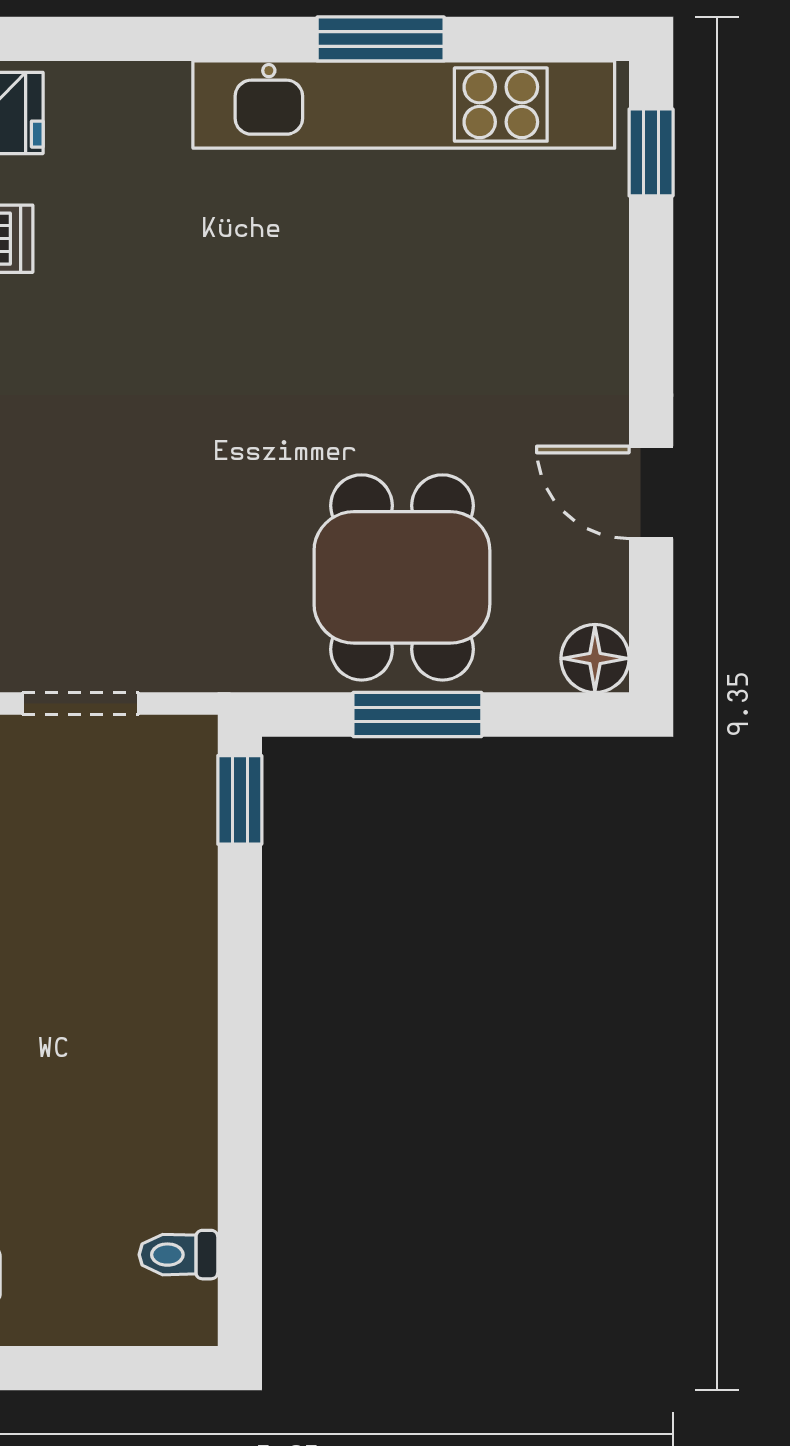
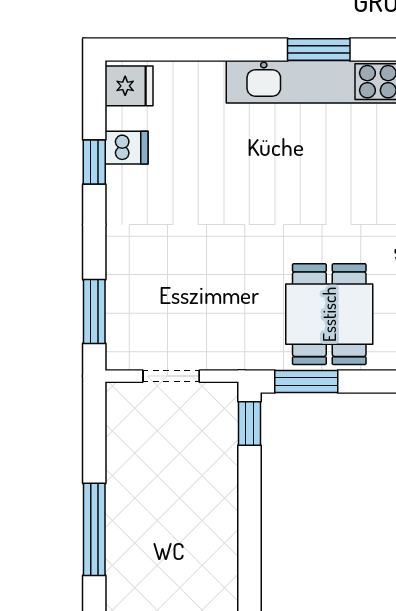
window: (417, 715) -> (306, 382), moved

